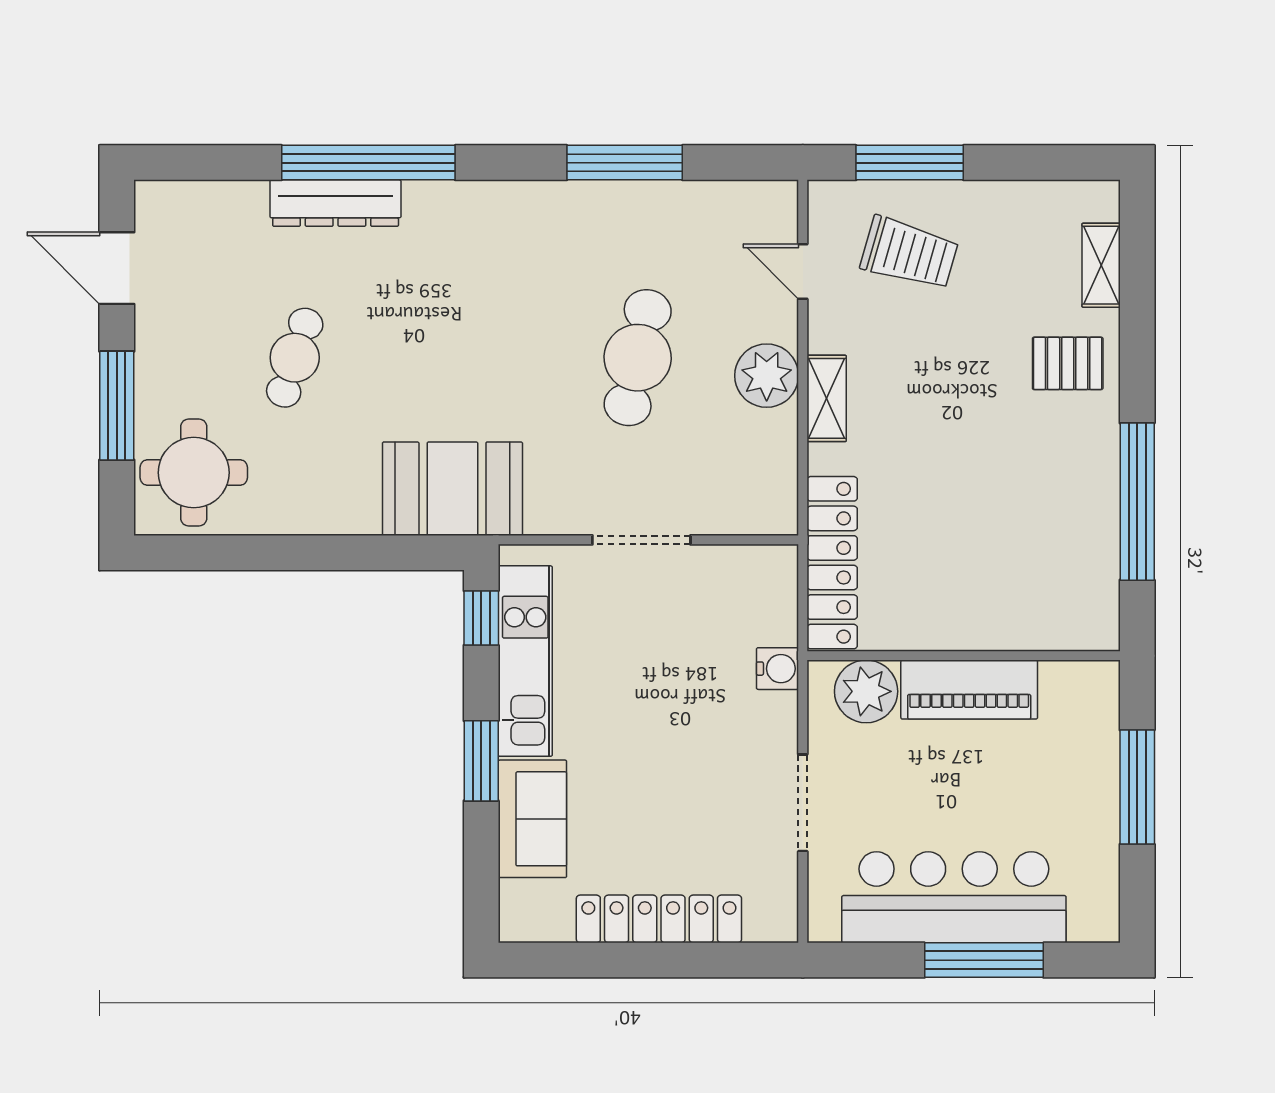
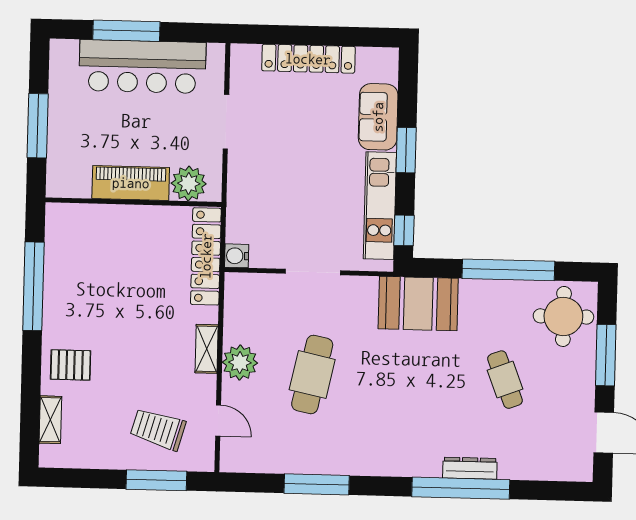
dresser: (336, 203) -> (470, 468), width x0.73, depth x0.80
cafe table: (295, 358) -> (505, 380), turned -39
window: (294, 553) -> (508, 270), added
water cooler: (778, 669) -> (237, 256), moved

